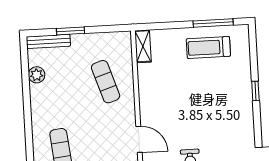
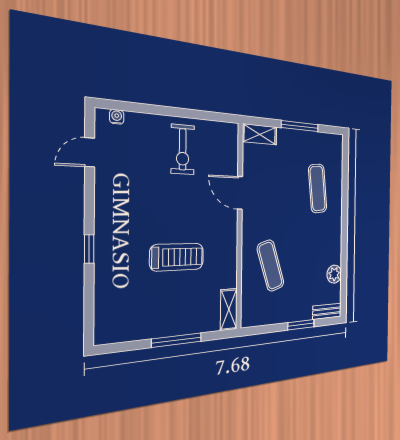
window: (213, 23) -> (177, 340), moved
bench: (48, 41) -> (327, 311), width x0.73
treadmill: (208, 47) -> (177, 257), moved

